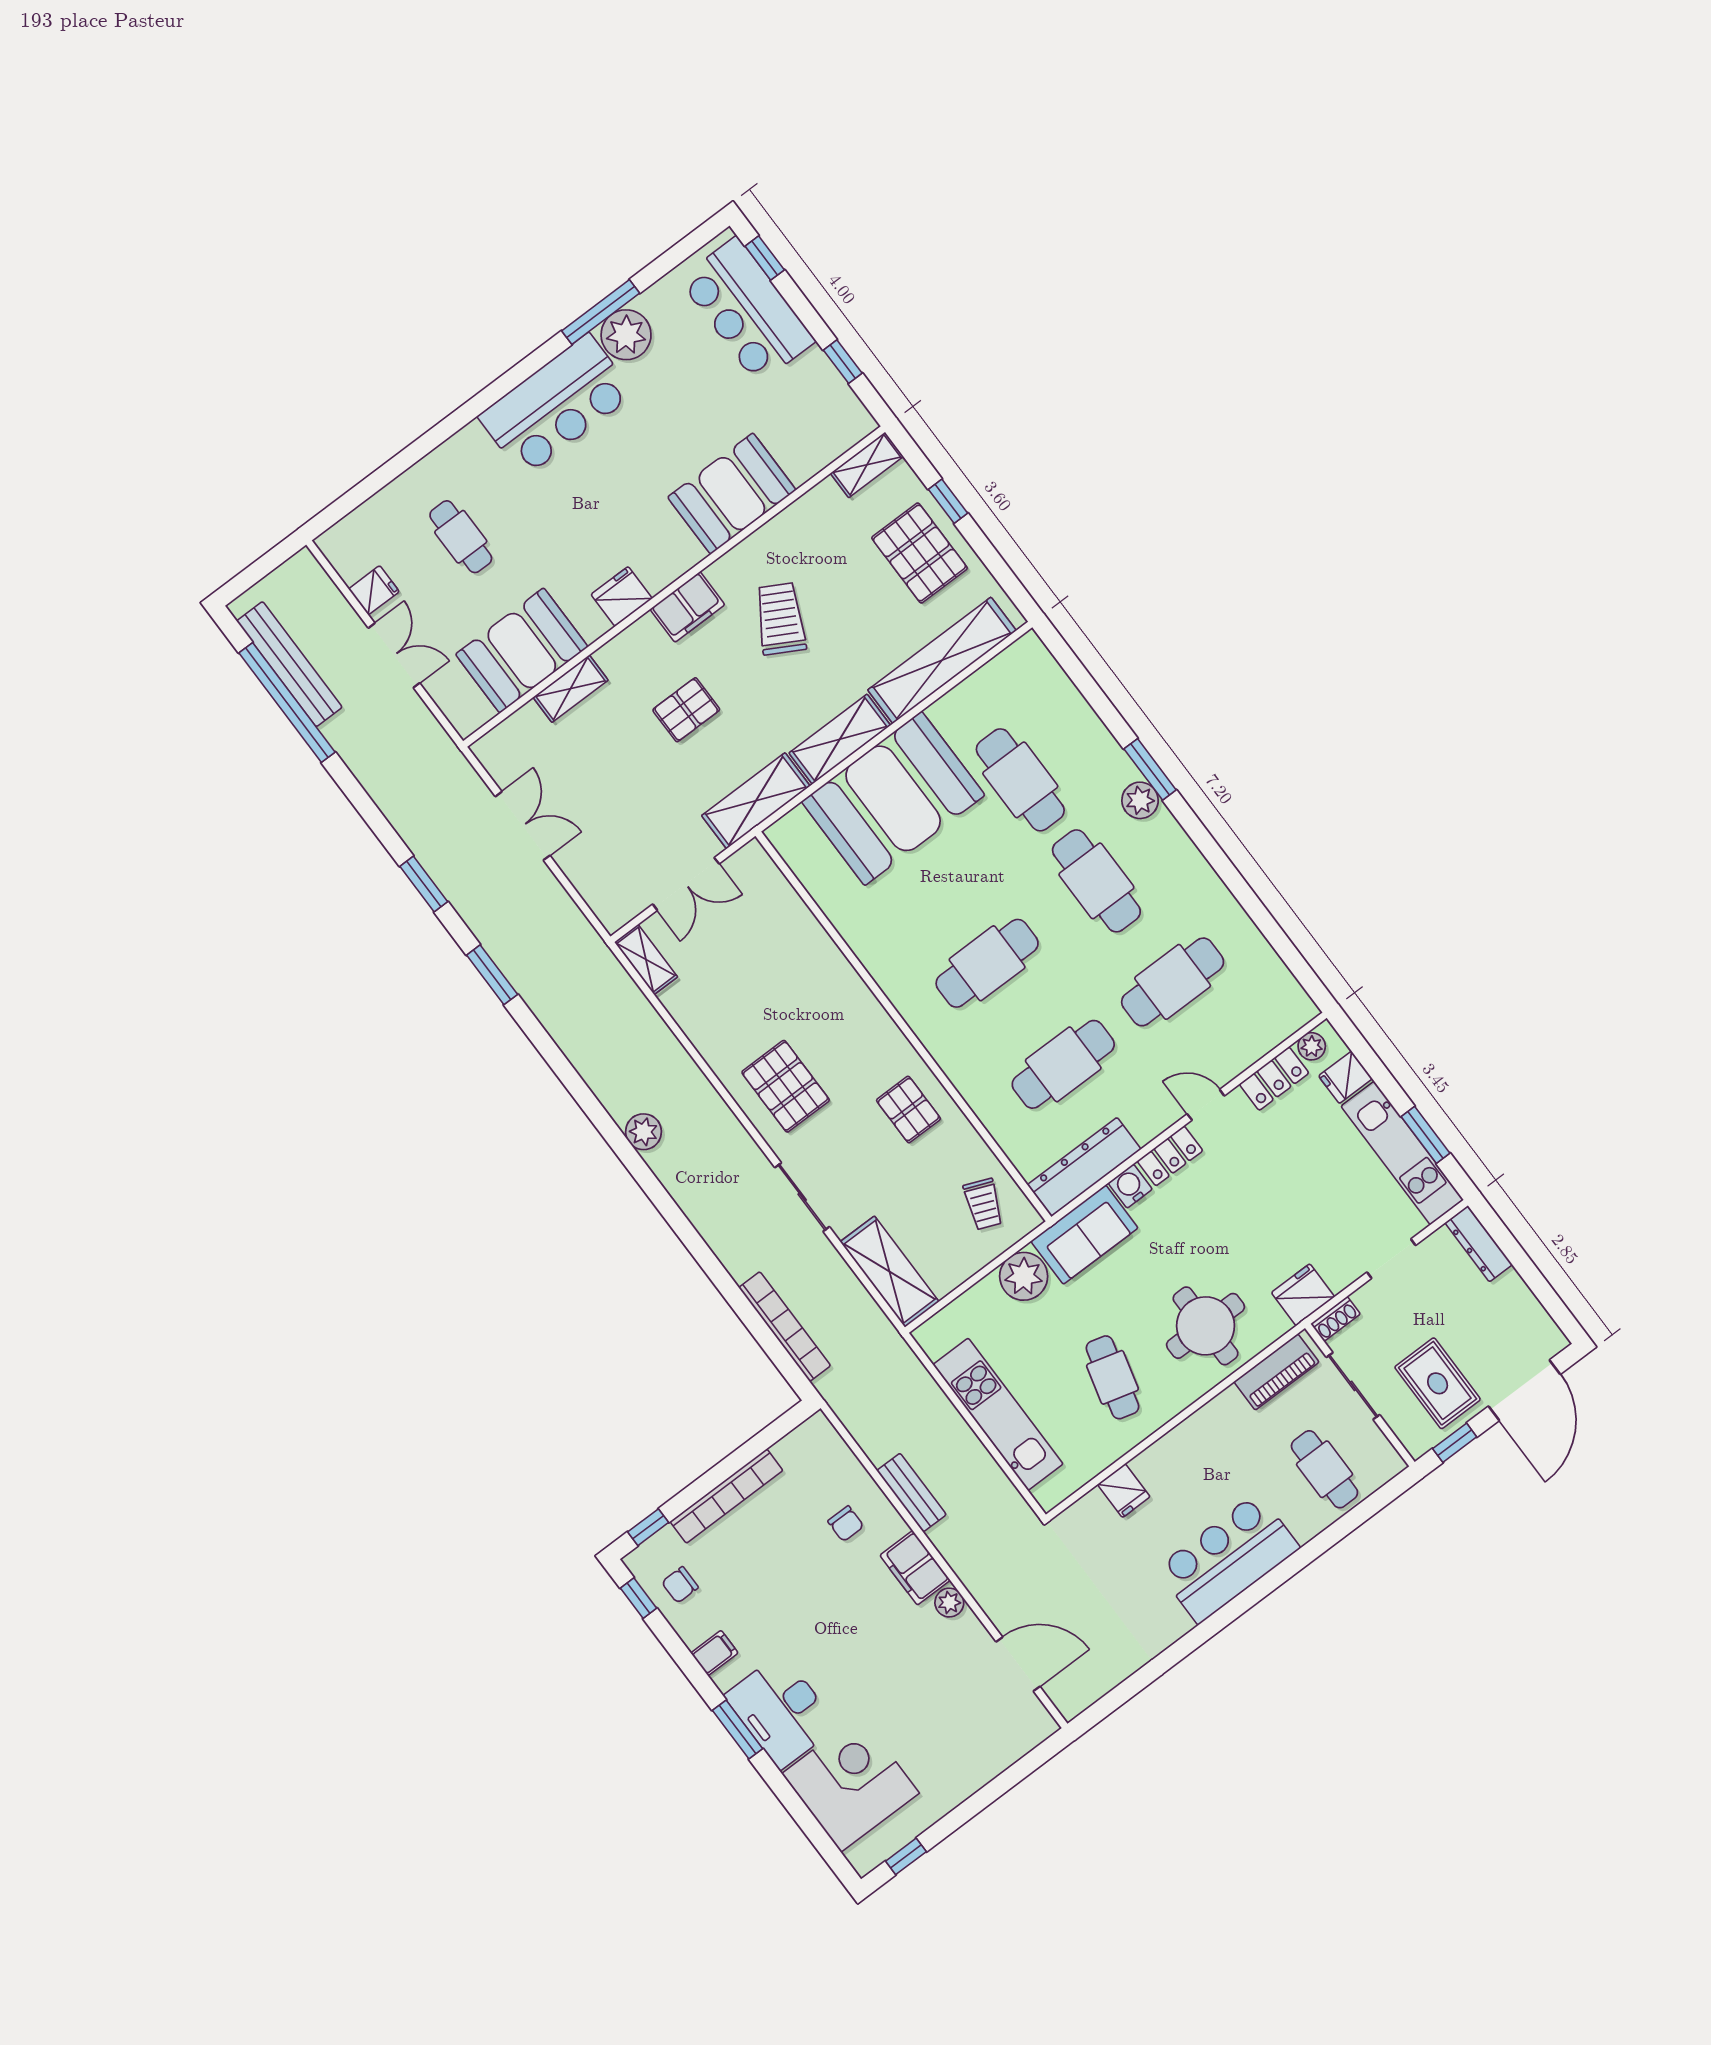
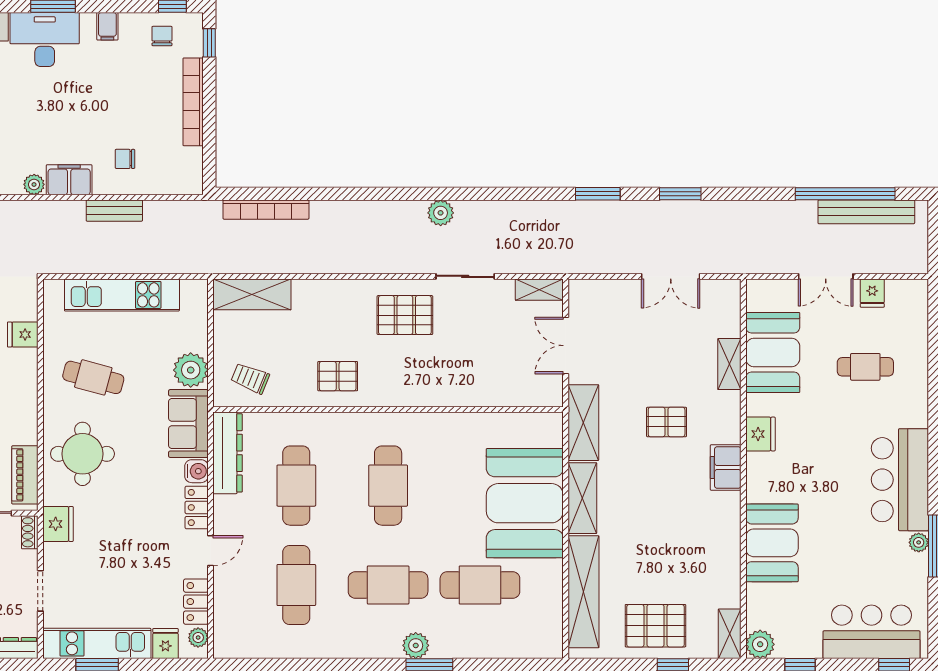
plant: (626, 335) -> (919, 542), width x0.53, depth x0.53
plant: (853, 422) -> (760, 644), added
trolley: (780, 619) -> (678, 516), removed
pallet: (686, 710) -> (667, 422), turned 90
sliding door: (802, 1197) -> (465, 276), moved

